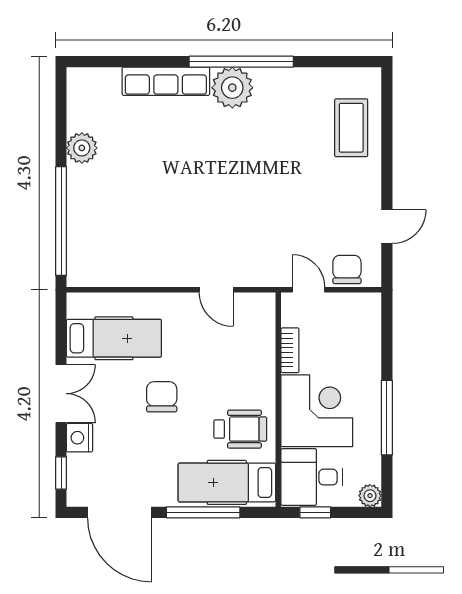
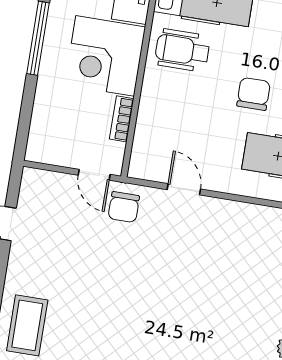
chair: (347, 269) -> (124, 207), moved
chair: (162, 397) -> (254, 94), turned 180

